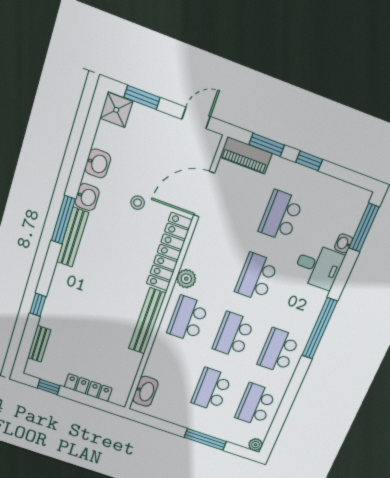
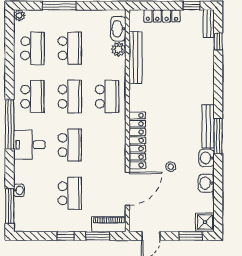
desk: (318, 266) -> (29, 145), moved
plant: (186, 279) -> (119, 49), moved
window: (38, 305) -> (218, 41), moved
bench: (147, 321) -> (136, 58), moved
bench: (39, 344) -> (209, 24), moved

